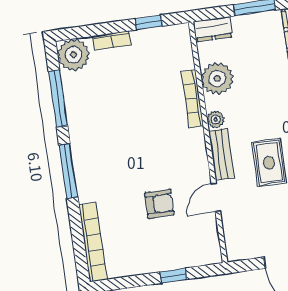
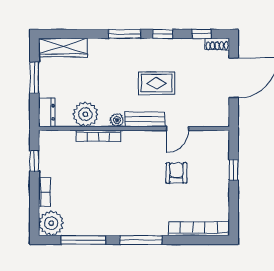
door: (216, 197) -> (177, 128), hinge flipped

